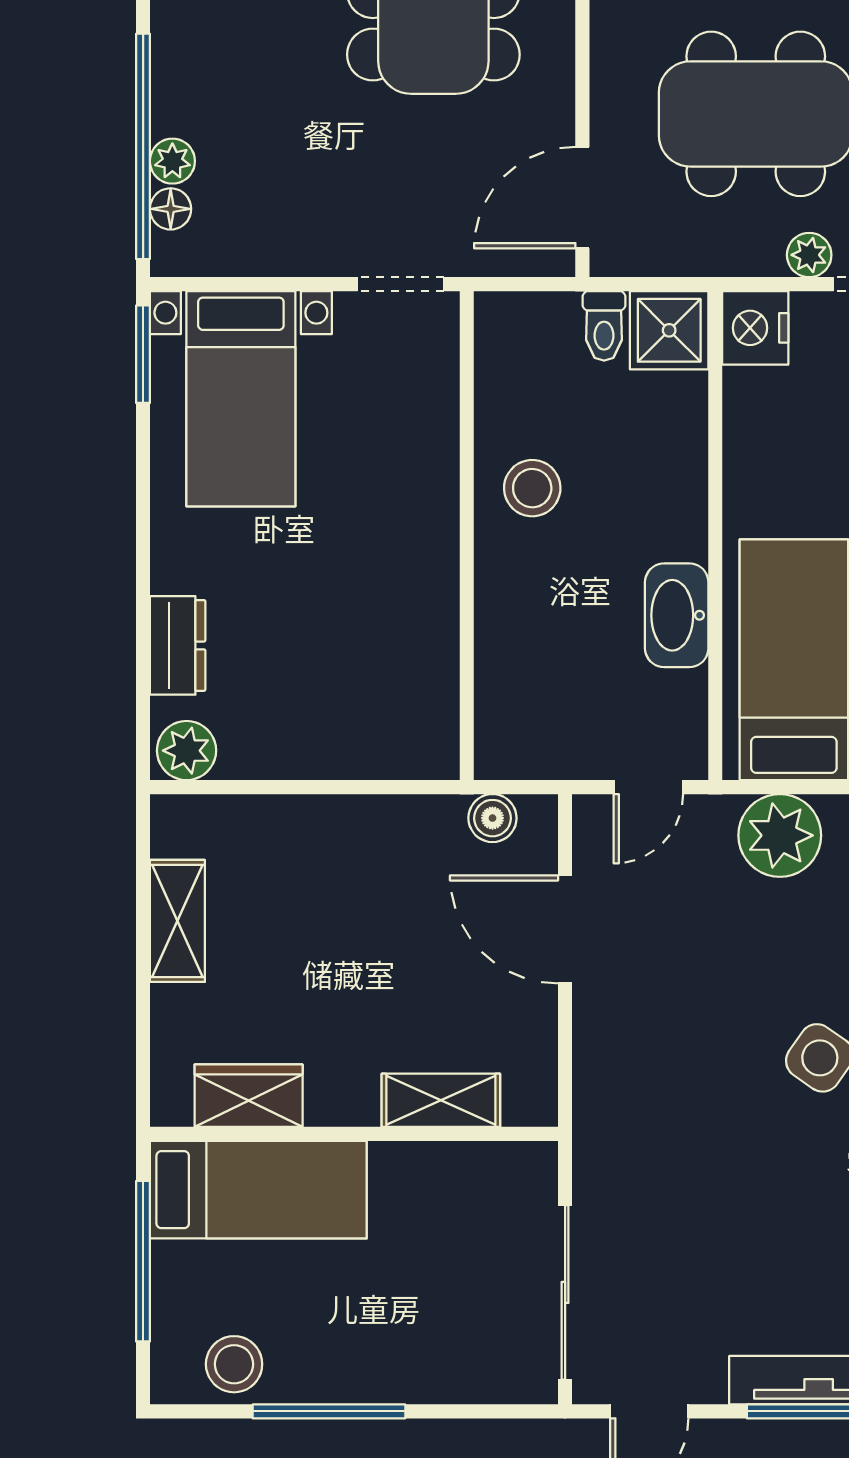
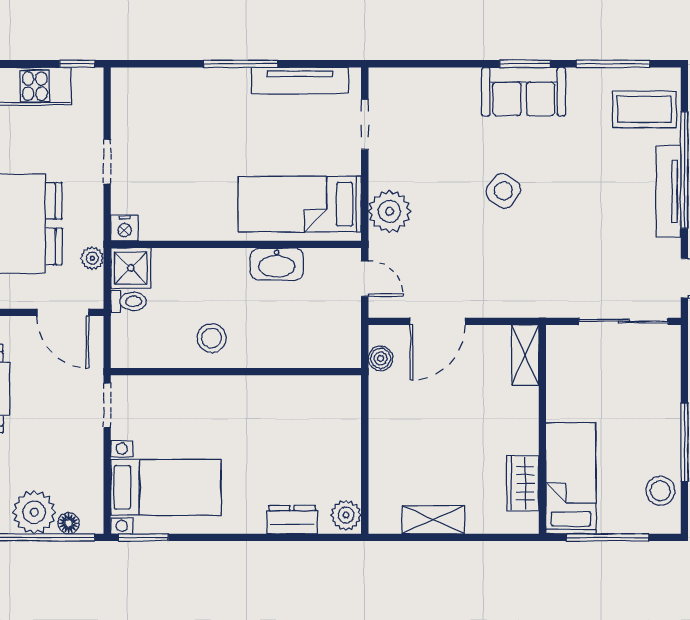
plant: (172, 161) -> (34, 512), width x1.87, depth x1.87
plant: (809, 255) -> (92, 258), moved
nightstand: (755, 328) -> (125, 228), width x0.74, depth x0.75
shelving: (441, 1100) -> (525, 355), moved

